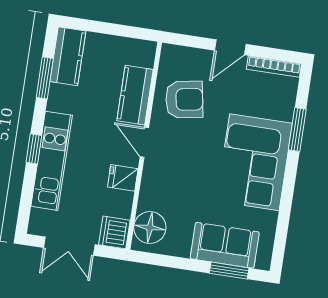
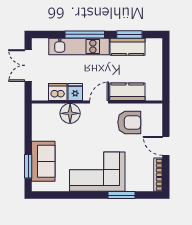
kitchen counter: (68, 56) -> (128, 47), moved
armchair: (184, 99) -> (129, 122), turned -80
window: (34, 149) -> (85, 34), width x2.17
floor lamp: (150, 228) -> (70, 113), moved
dishwasher: (114, 232) -> (58, 92), moved

